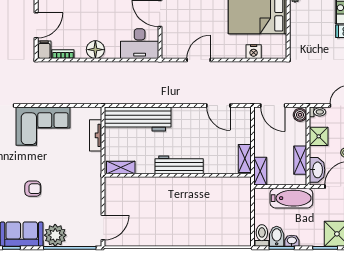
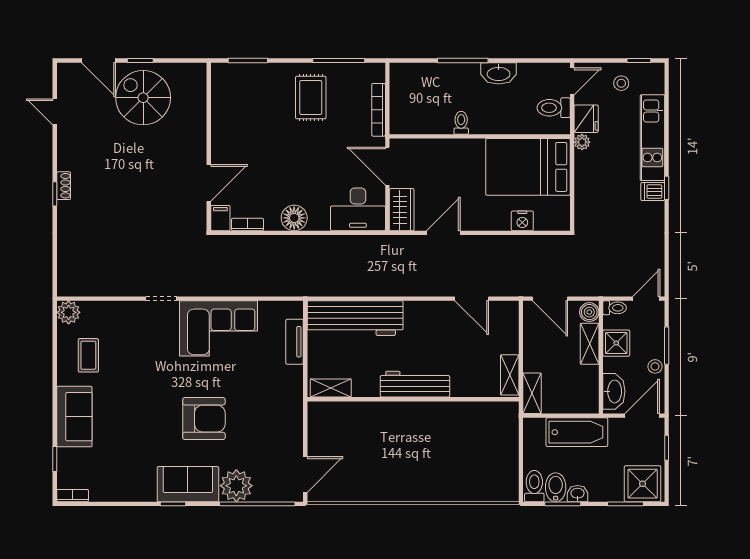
wardrobe: (170, 44) -> (402, 210), added
shelving: (300, 160) -> (590, 344), moved
armchair: (33, 189) -> (204, 419), width x1.88, depth x1.88

